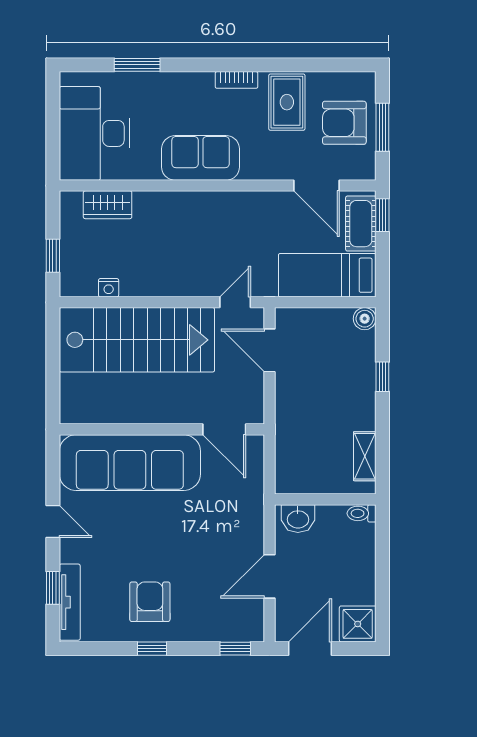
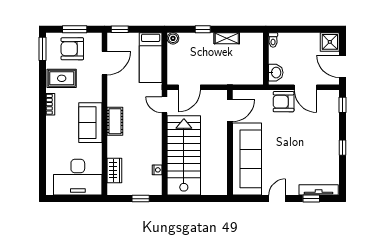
window: (137, 65) -> (43, 49), moved
armchair: (344, 123) -> (72, 49), turned 90
cot: (361, 224) -> (115, 121), moved, turned 90
shelving: (365, 456) -> (227, 38), moved
armchair: (150, 602) -> (284, 102), moved

